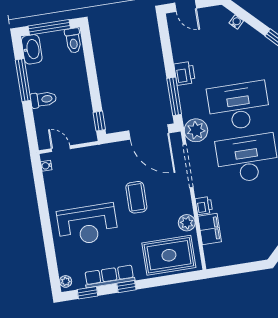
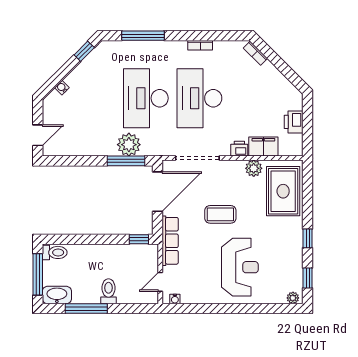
printer: (185, 73) -> (294, 122), moved, turned -90
plant: (196, 130) -> (129, 145), moved
row of seats: (109, 276) -> (170, 241), moved, turned 180

